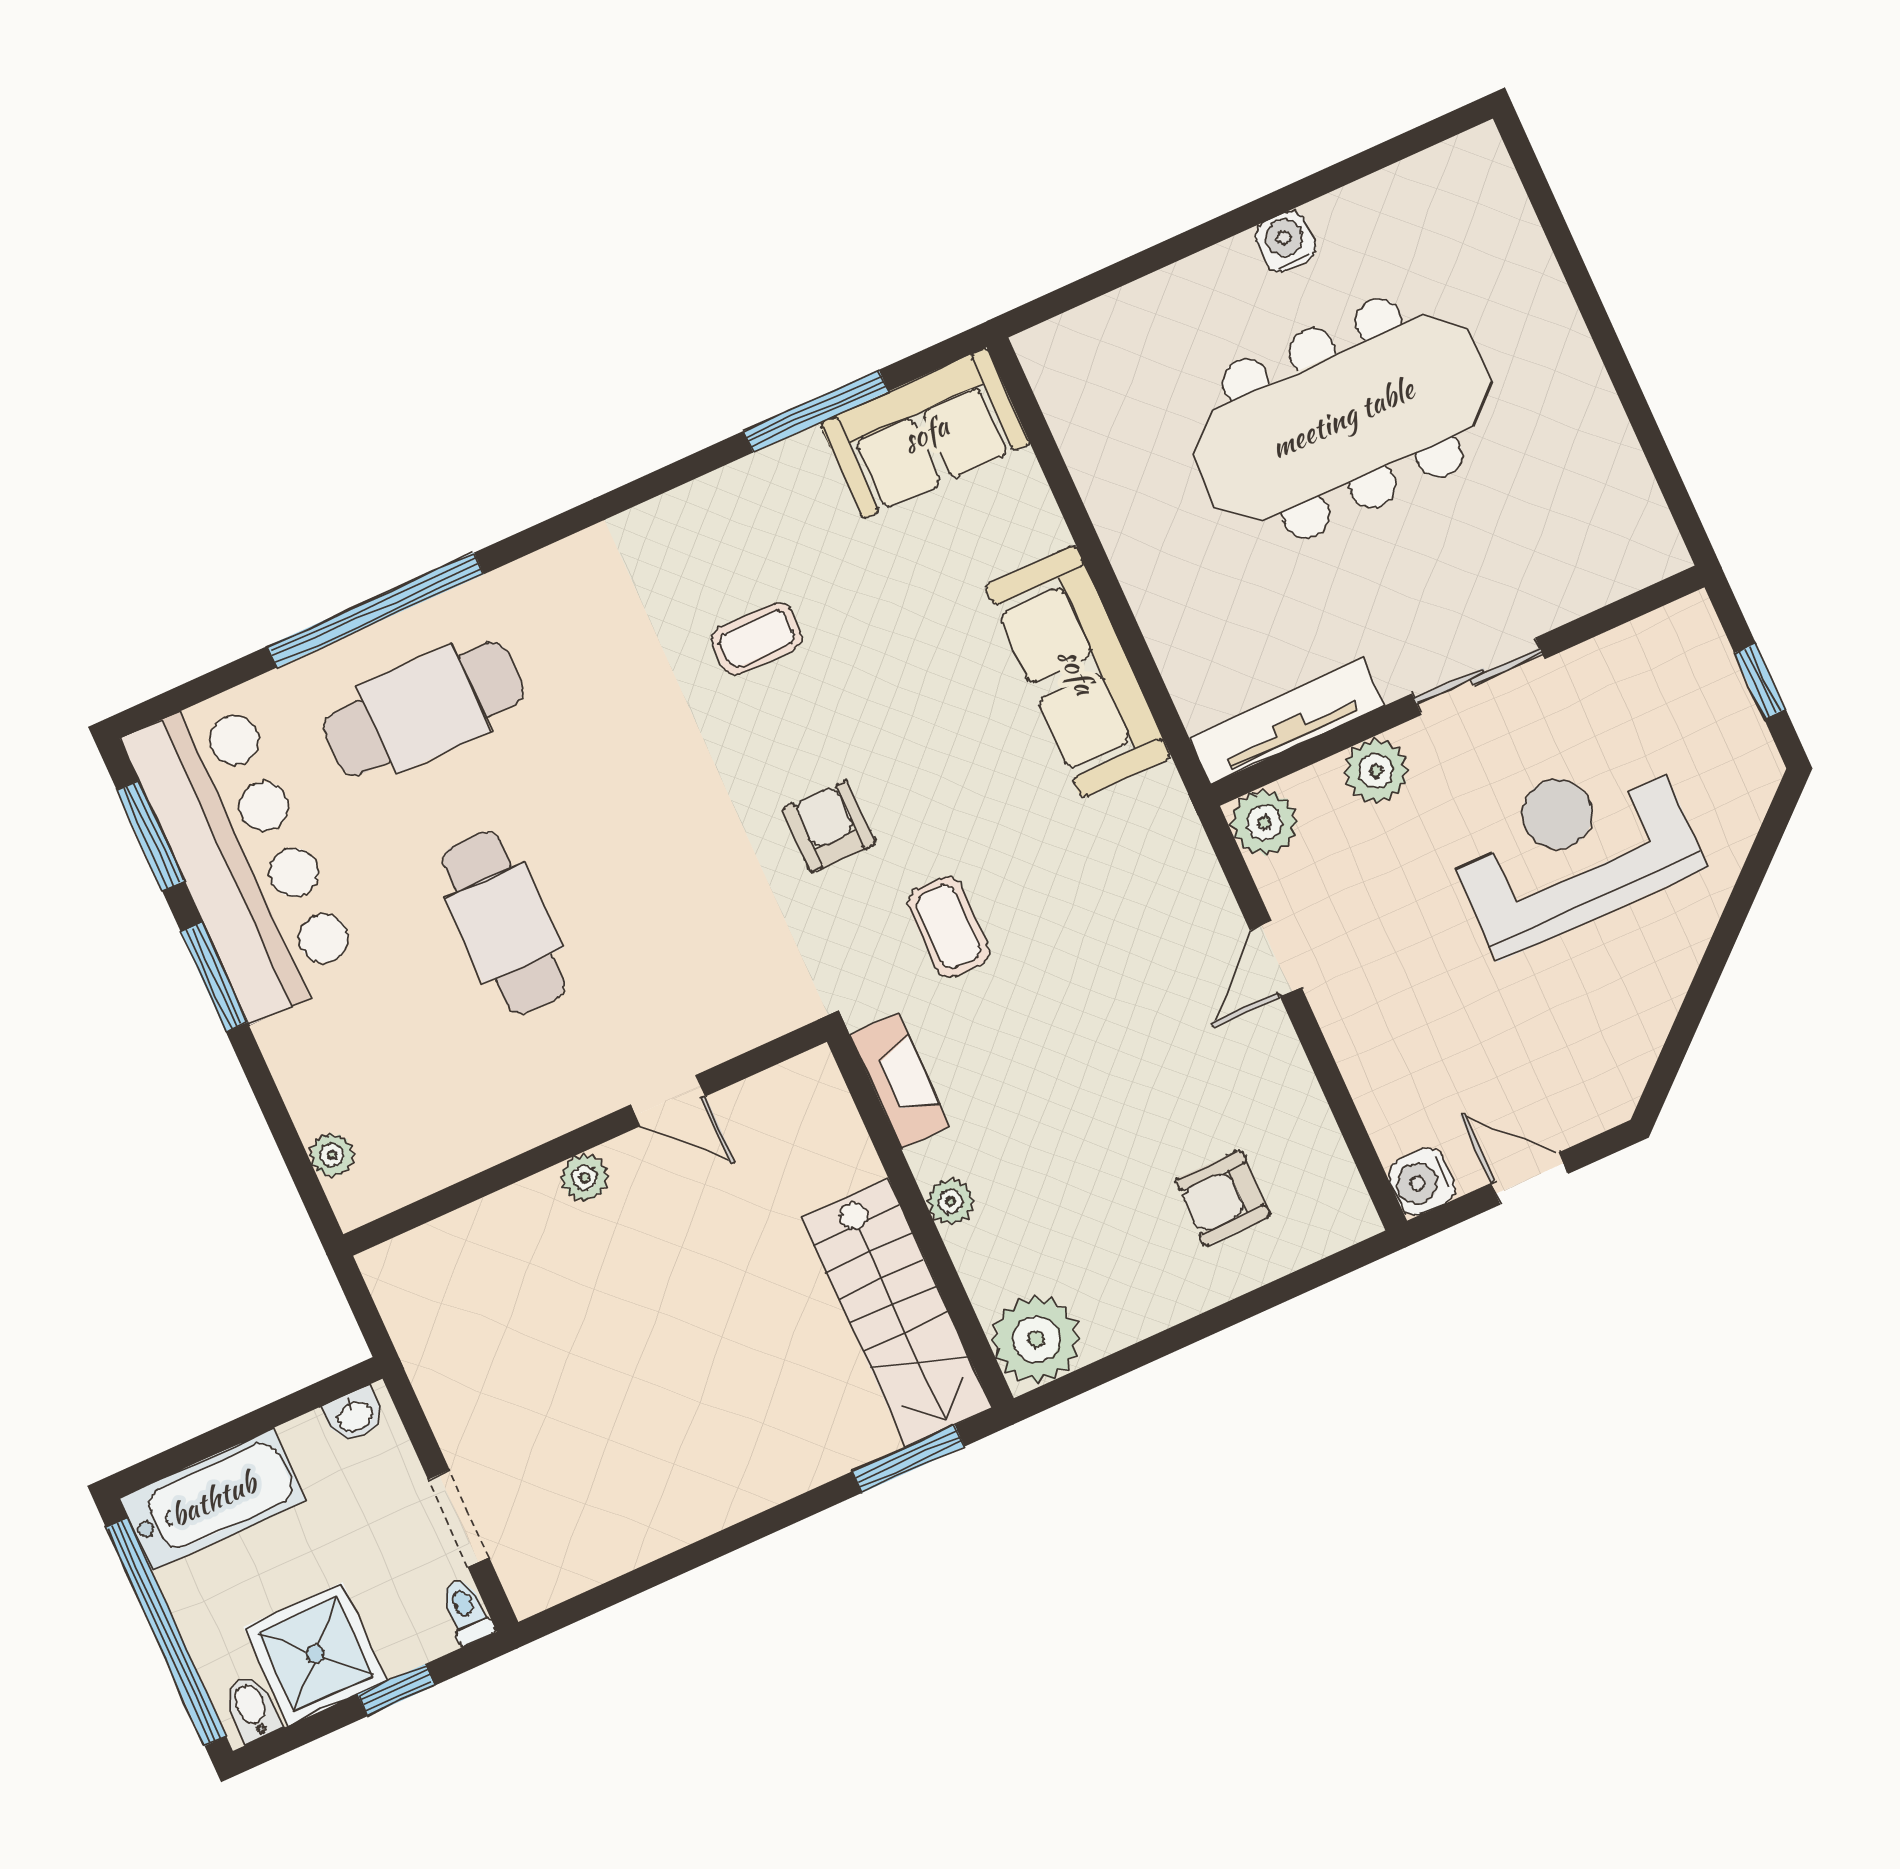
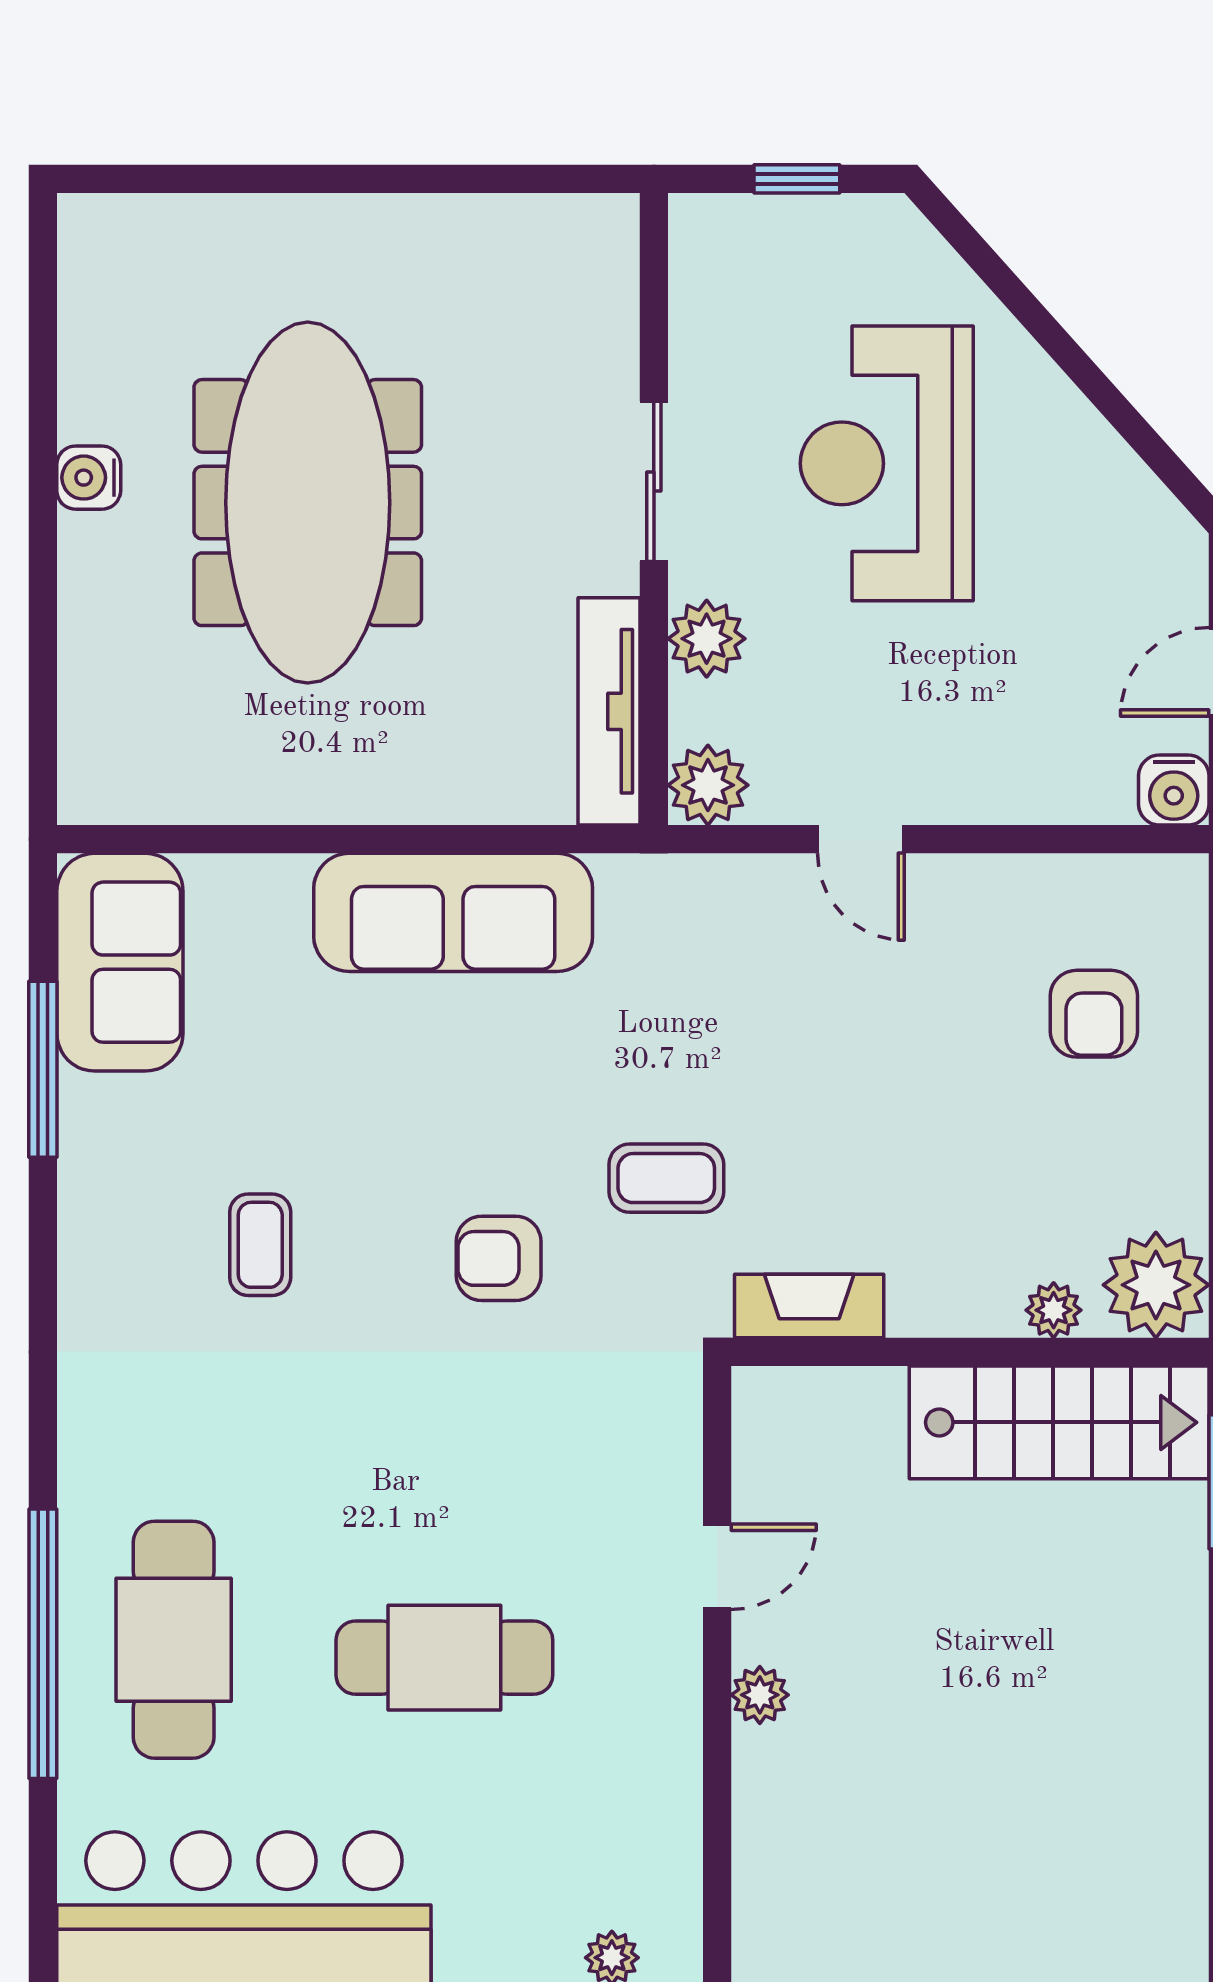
plant: (951, 1202) -> (1054, 1310), moved

